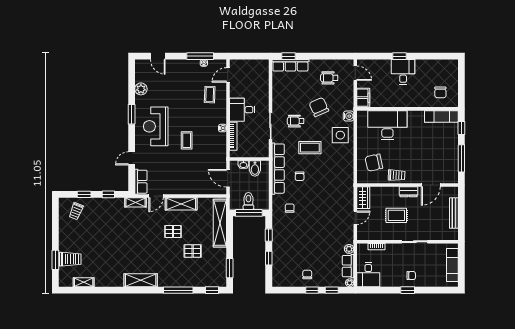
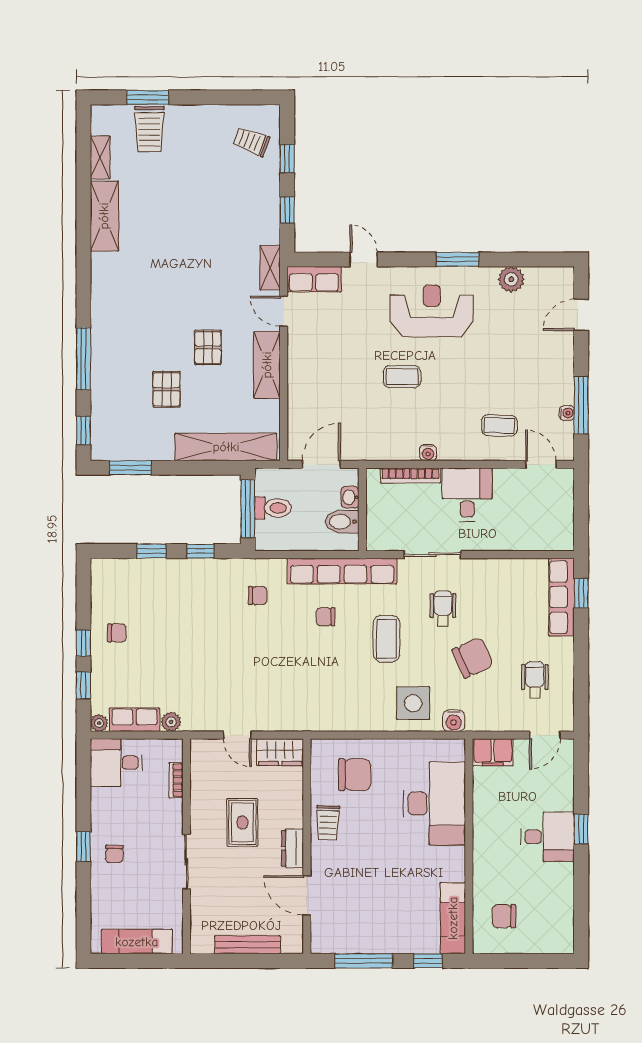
chair: (374, 163) -> (355, 775), turned 102
shelving: (141, 280) -> (104, 216), moved

